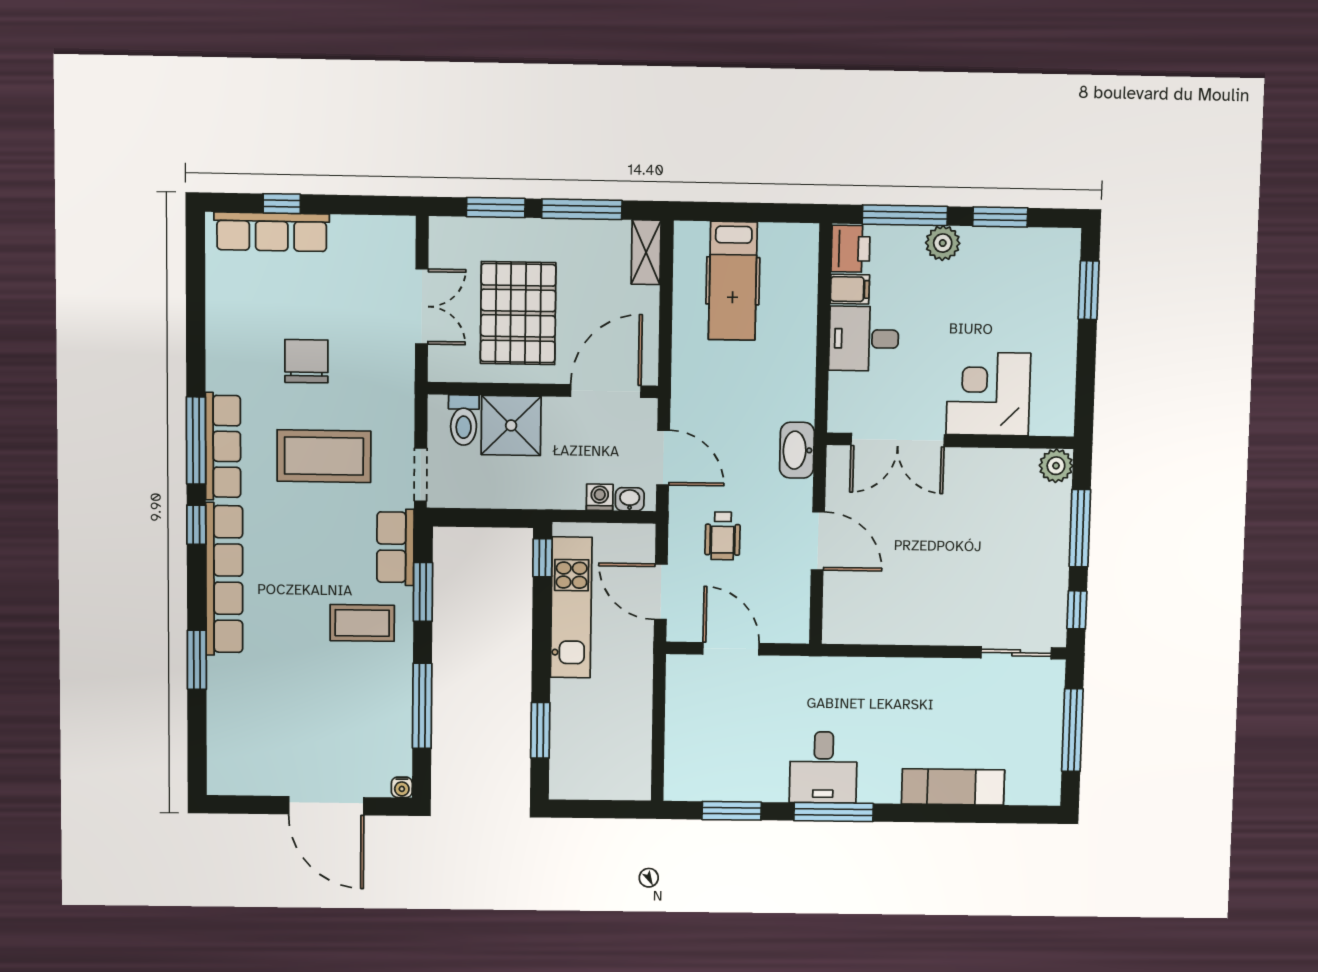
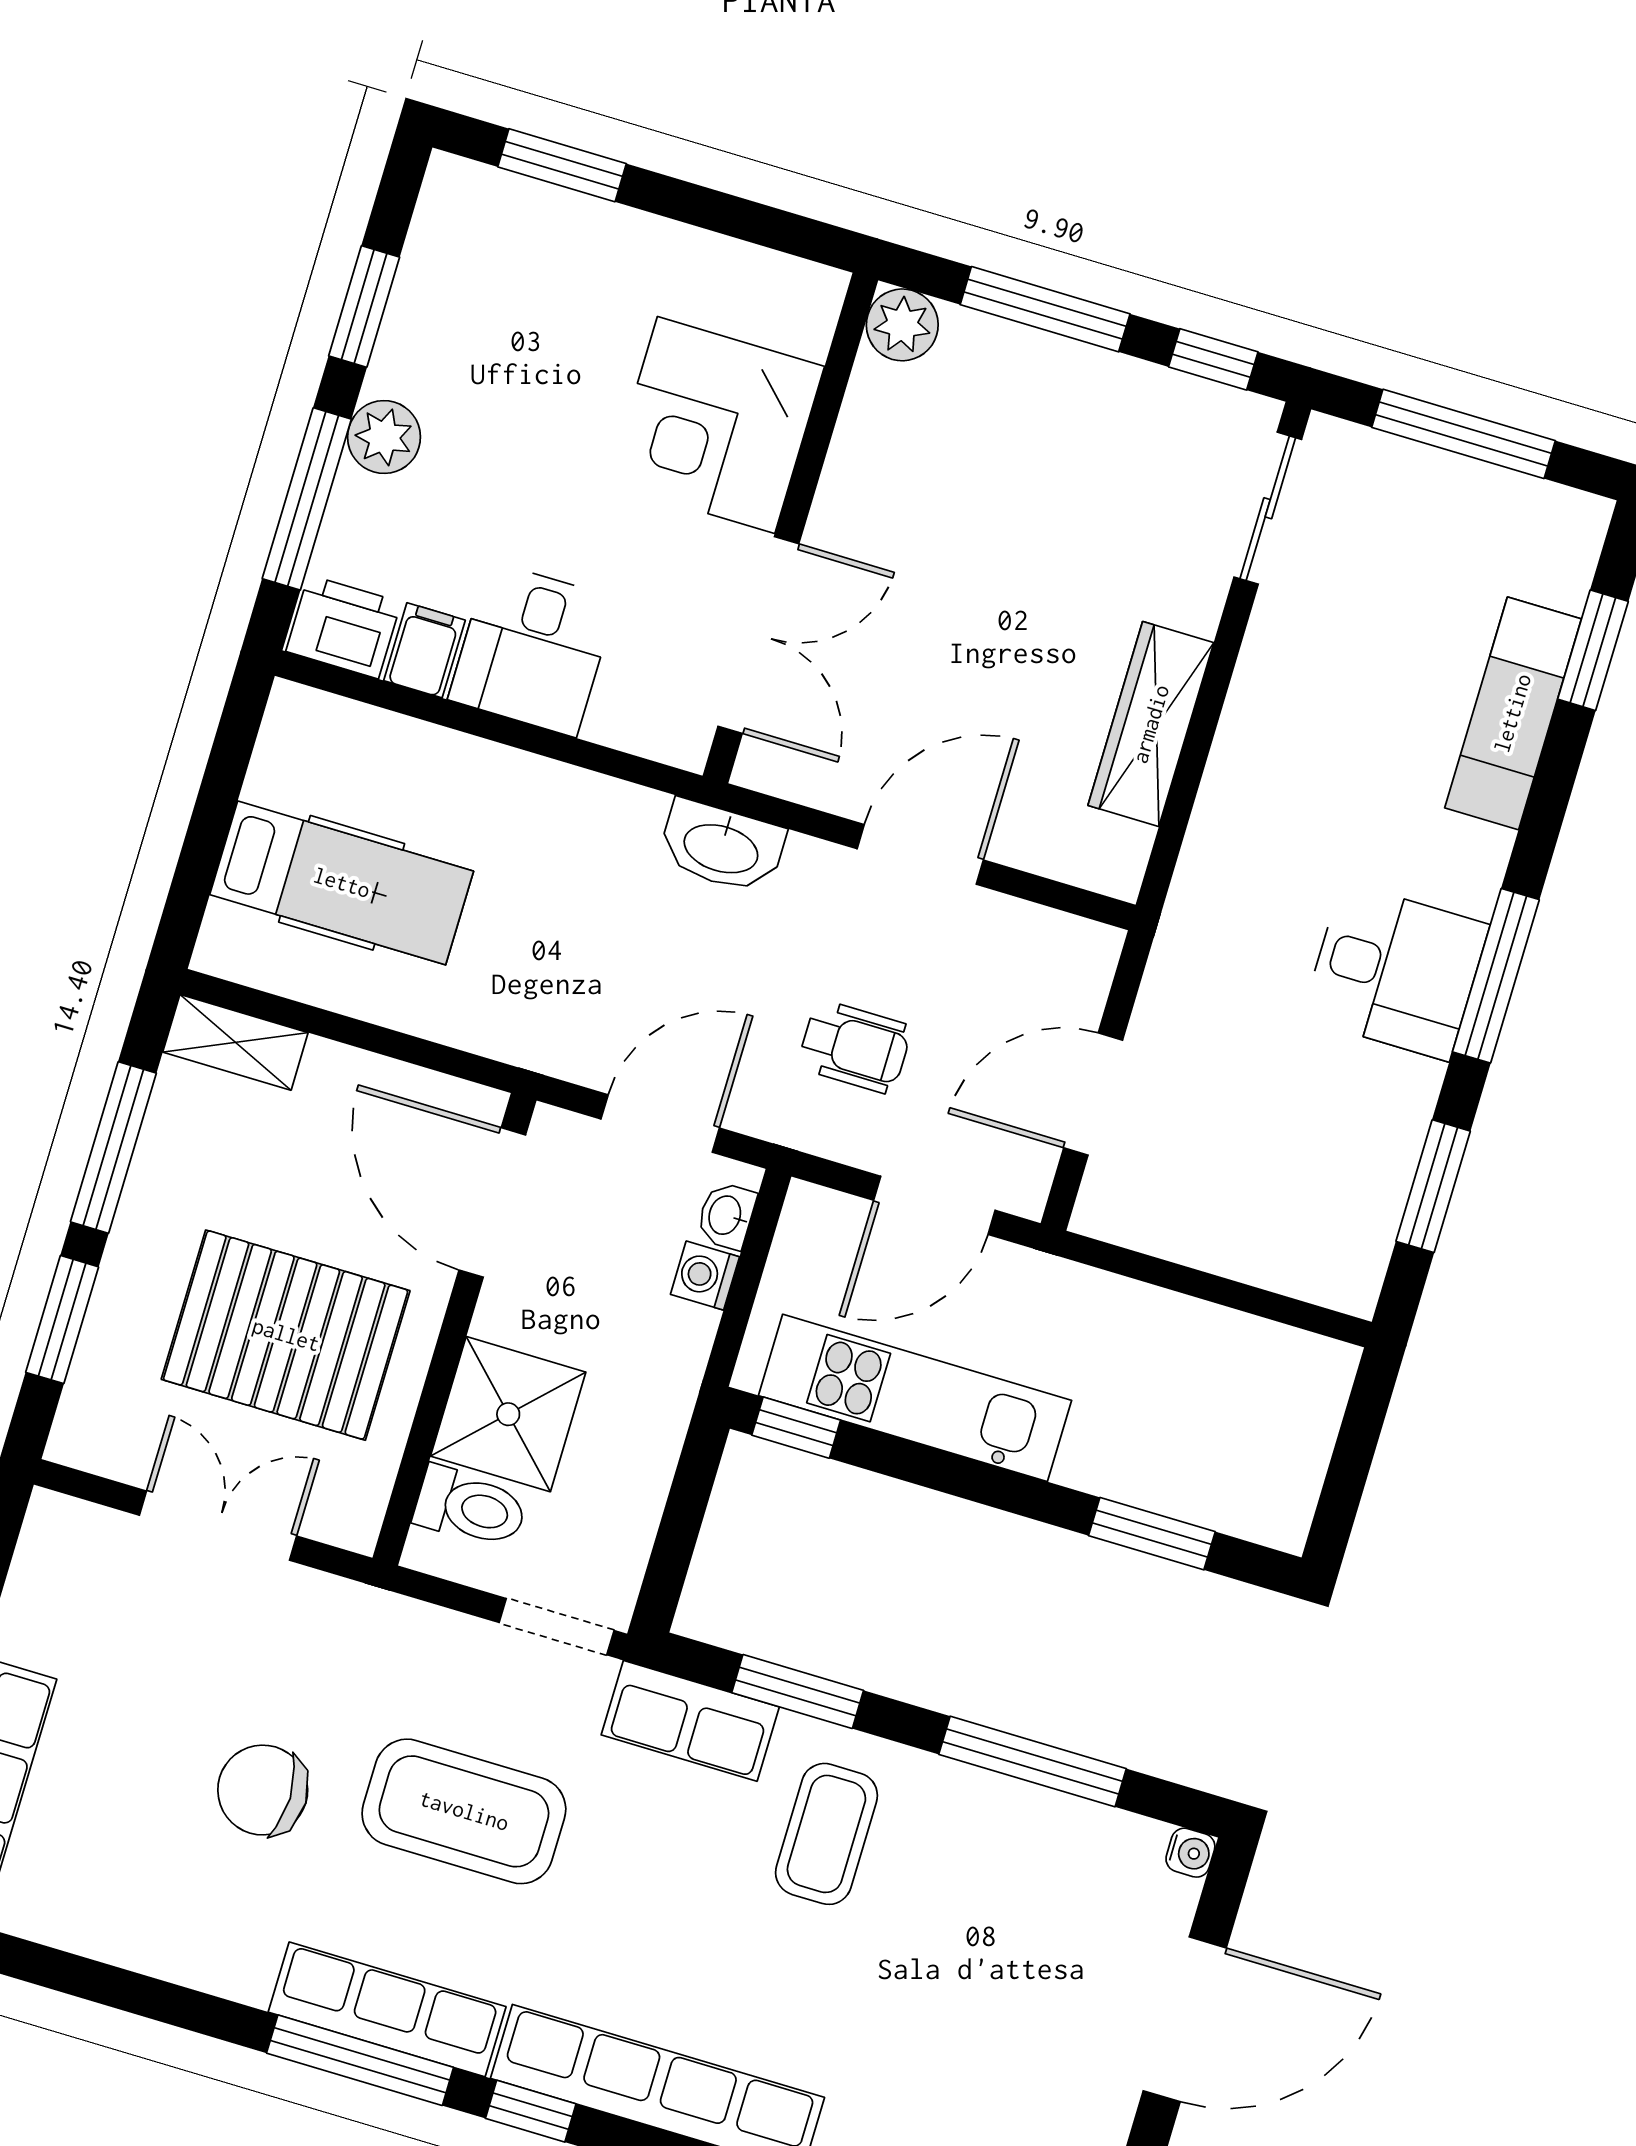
coffee table: (324, 456) -> (464, 1811), turned 90
wardrobe: (905, 628) -> (1151, 724), added
window: (991, 814) -> (1593, 650), added

